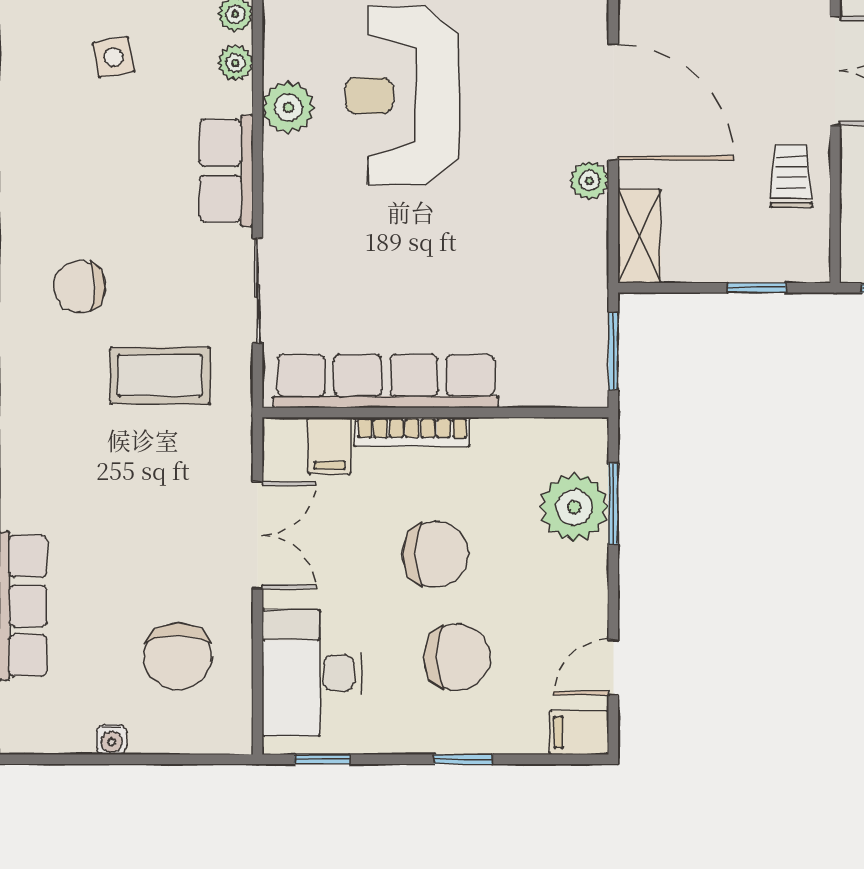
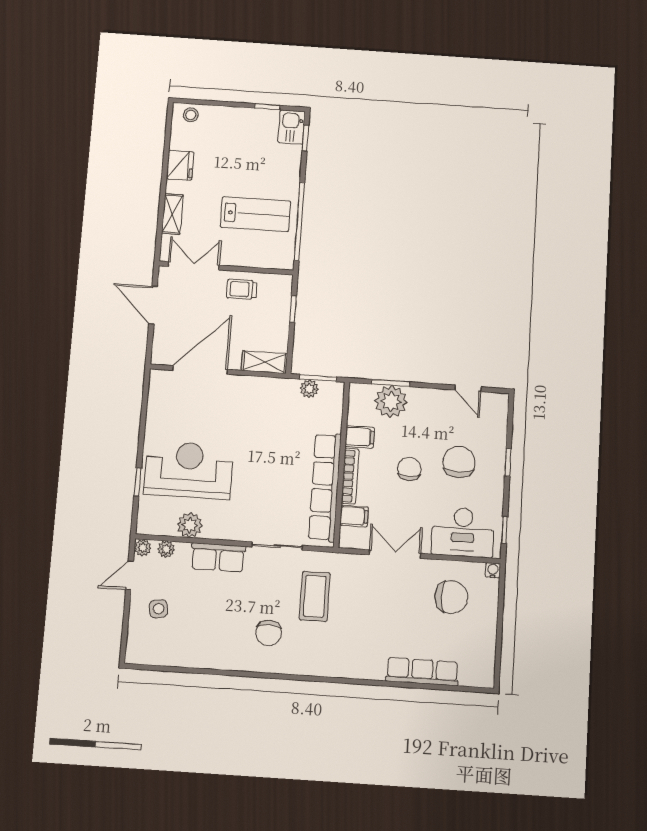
reception desk: (402, 96) -> (189, 470), turned 180
plant: (589, 180) -> (309, 389), moved
chair: (435, 554) -> (409, 469), width x0.73, depth x0.73
filing cabinet: (579, 732) -> (360, 437), moved, turned -90
water cooler: (112, 739) -> (493, 570), moved, turned -90

